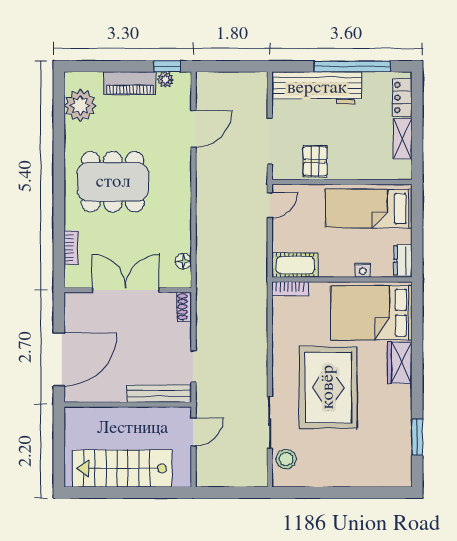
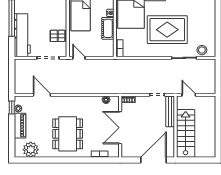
cot: (295, 265) -> (108, 28), moved
door: (59, 359) -> (154, 160), hinge flipped
stairs: (122, 469) -> (186, 133), moved, turned 180

